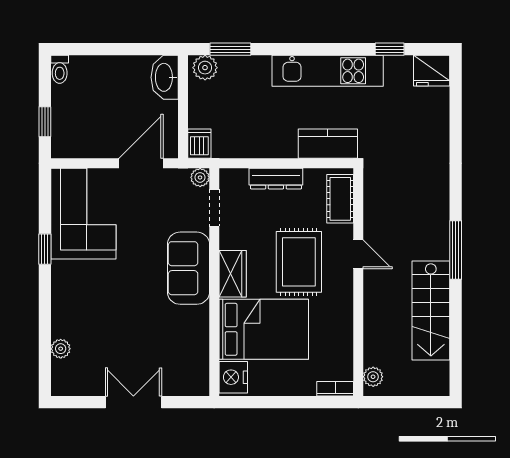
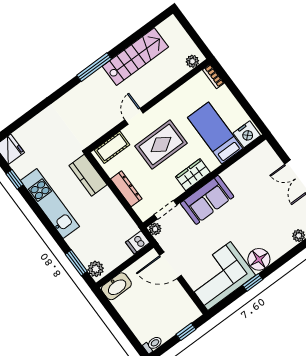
floor lamp: (68, 278) -> (259, 259), added
bed: (264, 329) -> (215, 133), width x0.67

